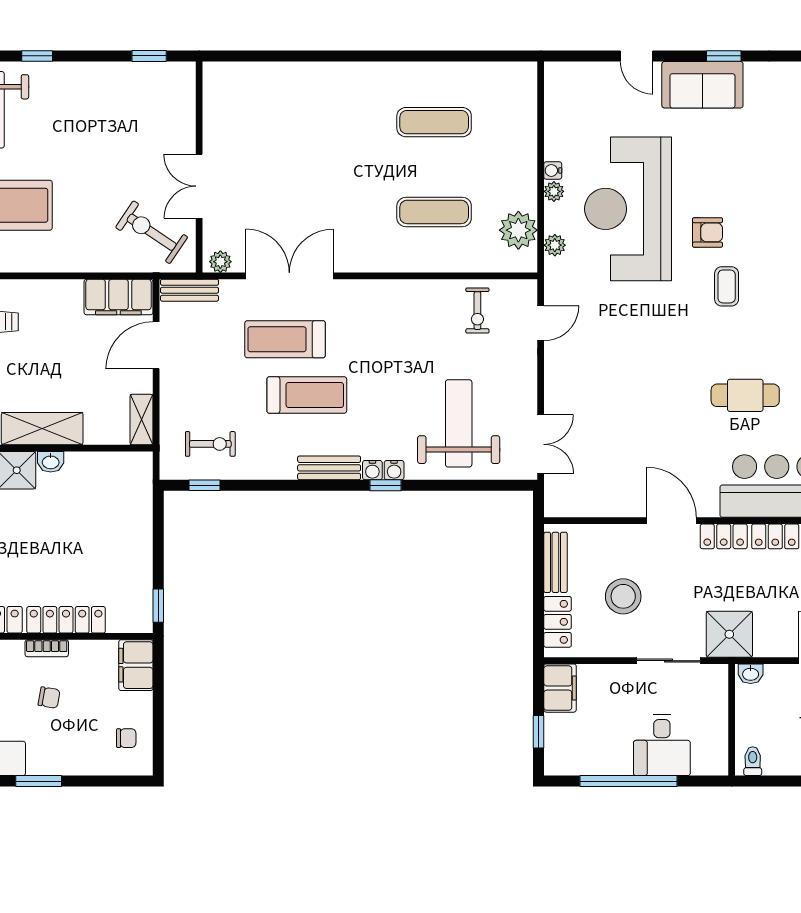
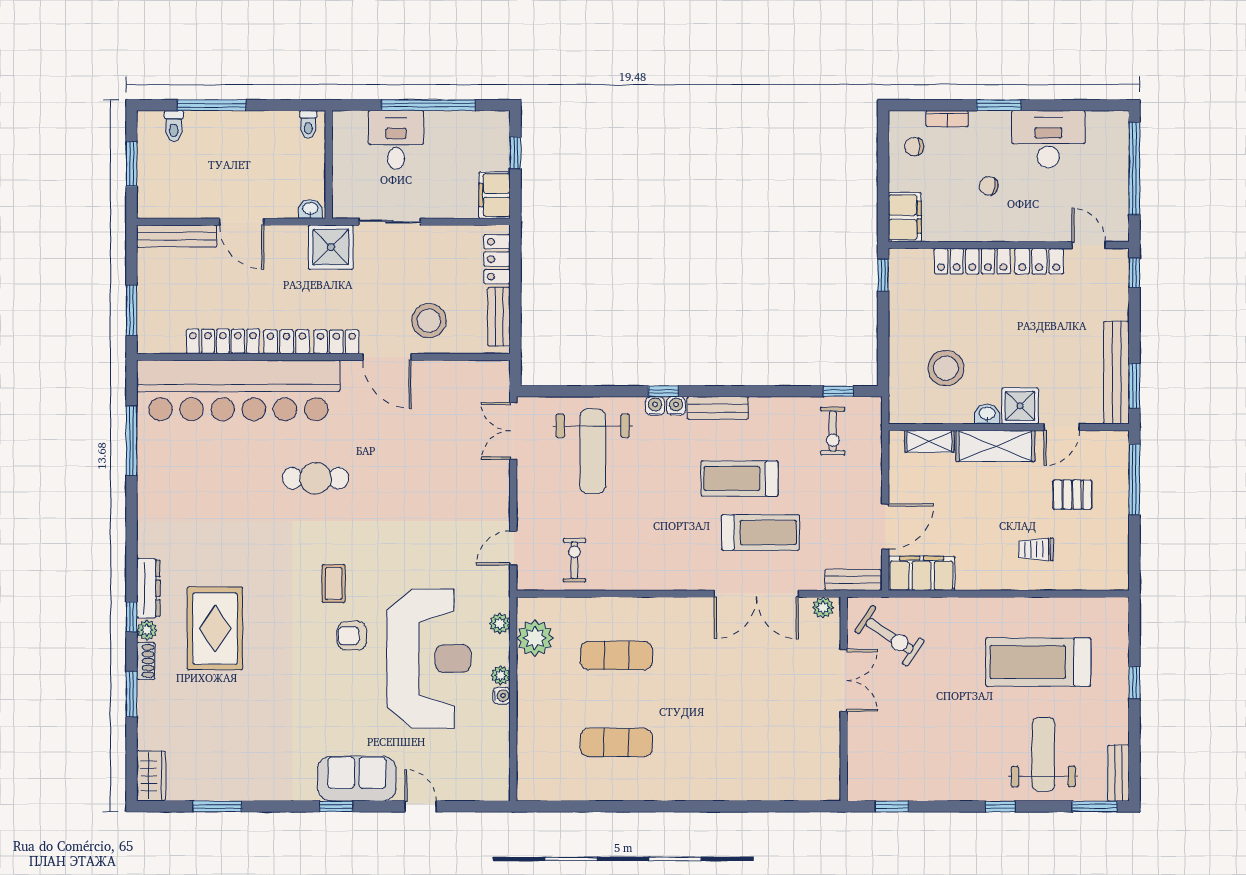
shelving: (141, 420) -> (929, 441), moved, turned 90
exercise bike: (210, 444) -> (833, 431), turned -90
stool: (93, 509) -> (946, 368), added
stool: (623, 596) -> (429, 321), moved
bookcase: (47, 648) -> (947, 119), moved, turned 180

